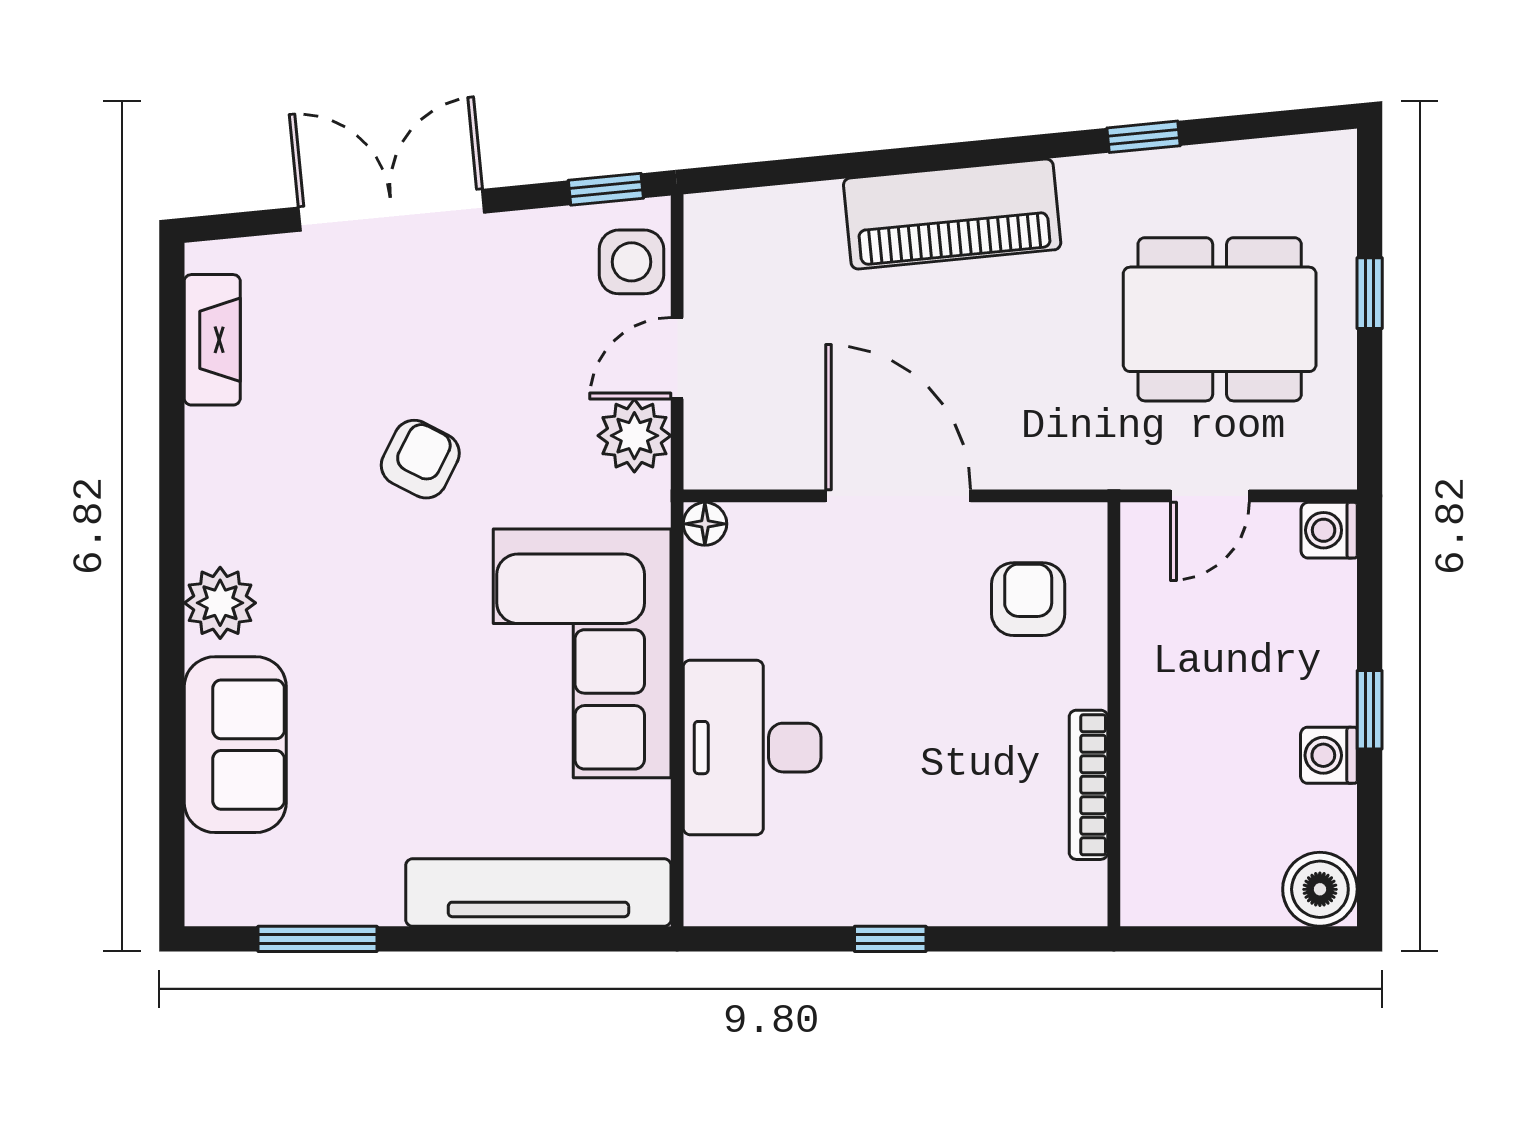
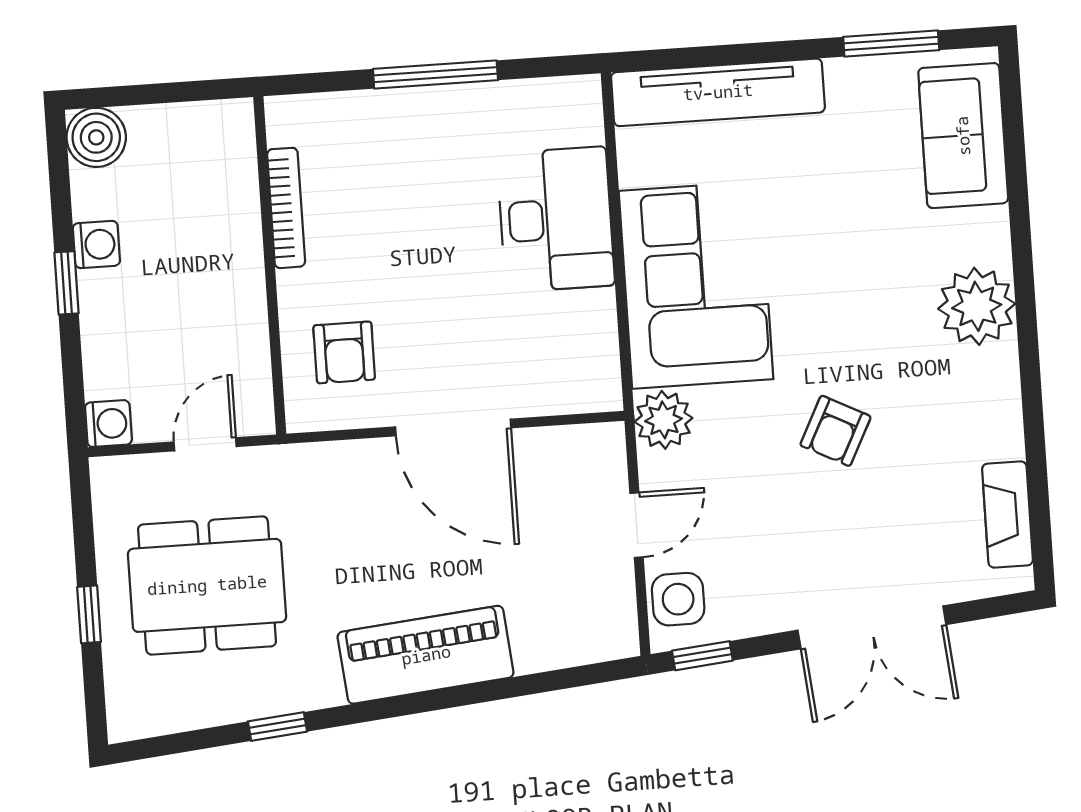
plant: (634, 436) -> (664, 420), moved
floor lamp: (705, 524) -> (605, 395), removed
plant: (220, 603) -> (977, 306), width x1.36, depth x1.36
sofa: (235, 745) -> (963, 136), moved
window: (890, 939) -> (435, 75), width x2.17

